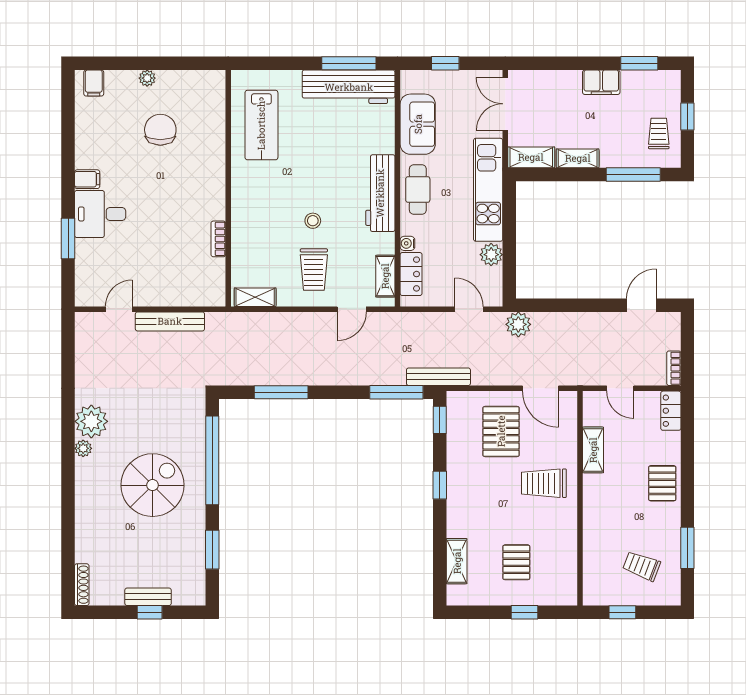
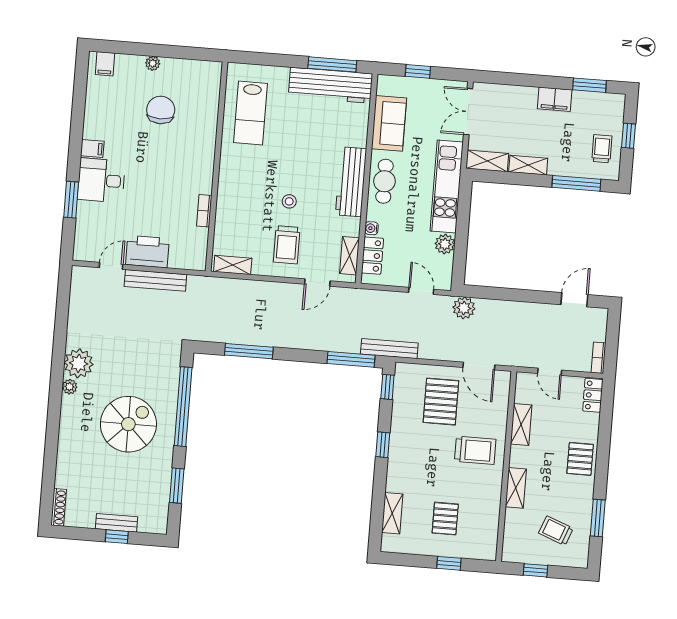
printer: (158, 290) -> (147, 252), added
trolley: (544, 483) -> (475, 450), turned 180
shelving: (593, 522) -> (516, 488), added

